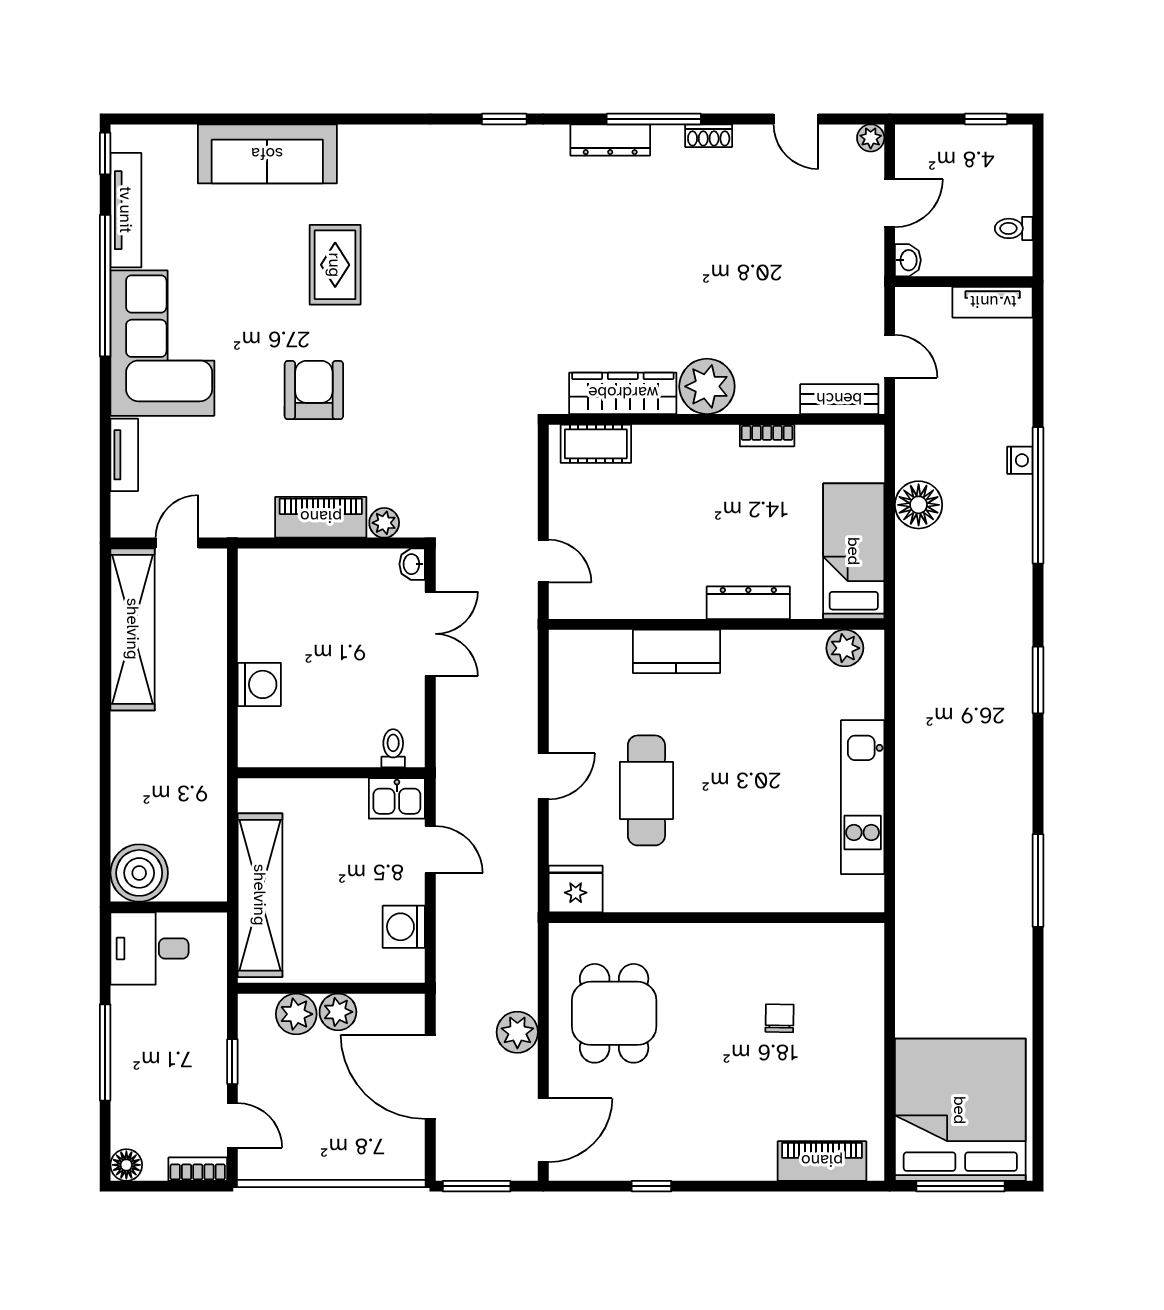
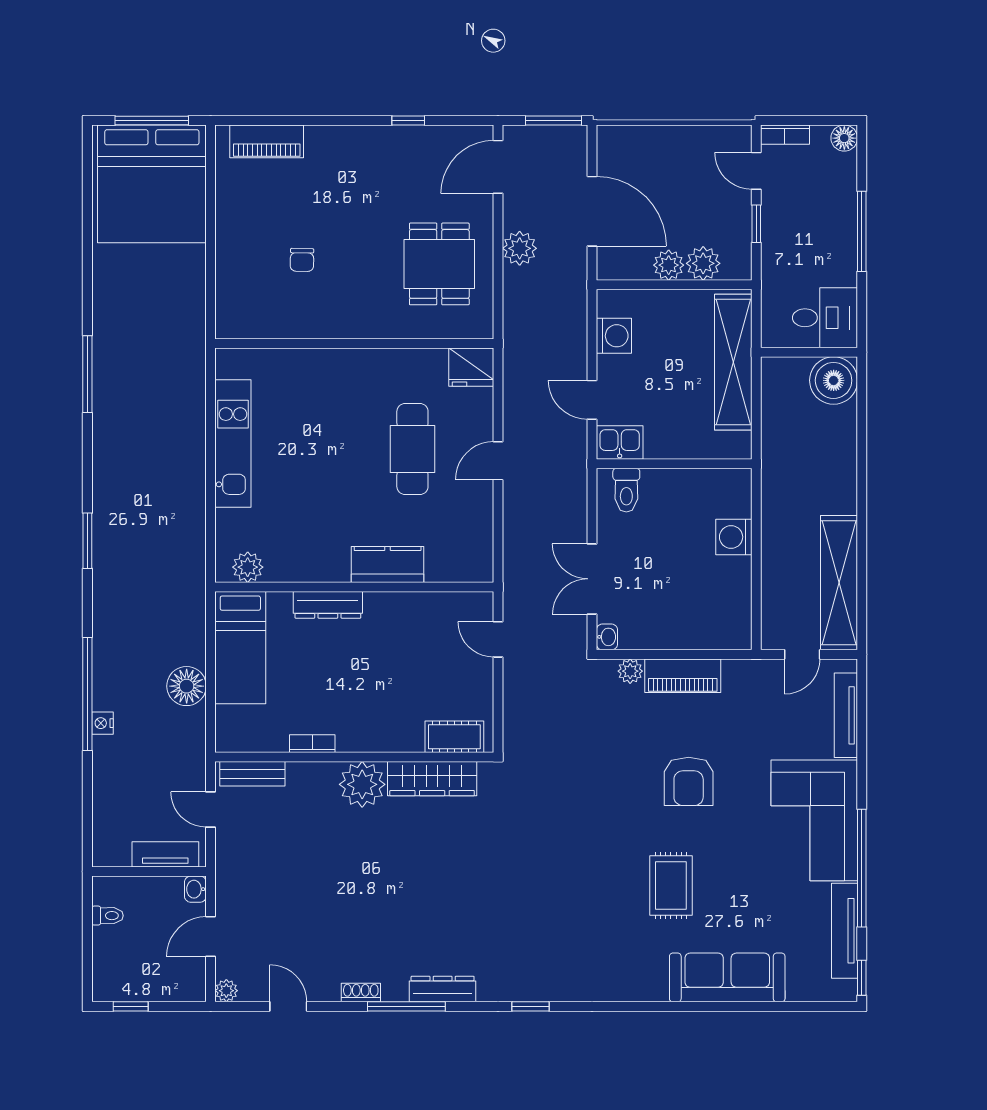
tv unit: (993, 302) -> (165, 854), moved
tv unit: (124, 455) -> (846, 715), width x1.41
toilet: (393, 748) -> (626, 490), width x1.37, depth x1.39

